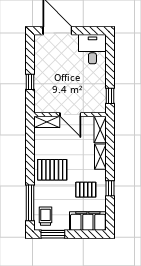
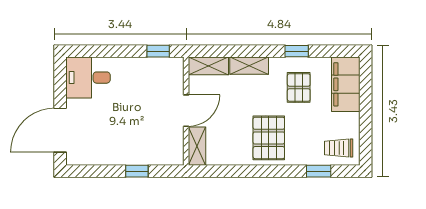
window: (30, 203) -> (319, 171), width x0.46
window: (53, 234) -> (366, 137), removed

